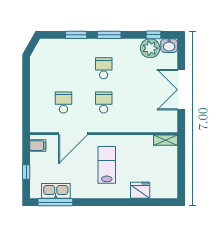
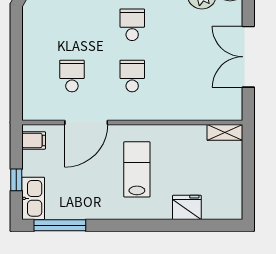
kitchen sink: (56, 191) -> (33, 198), moved, turned 90

